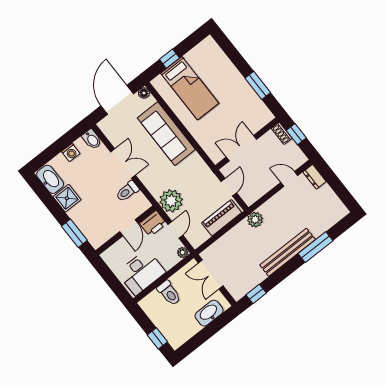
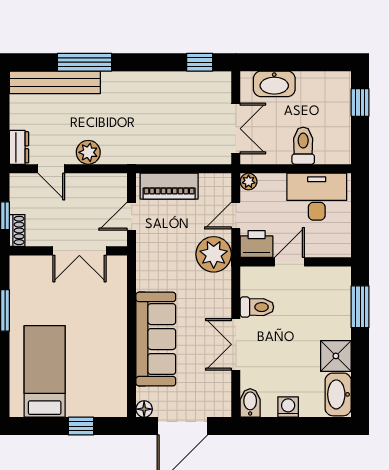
bed: (190, 88) -> (45, 371), moved
plant: (255, 220) -> (88, 152), moved
bench: (288, 252) -> (55, 82), moved

